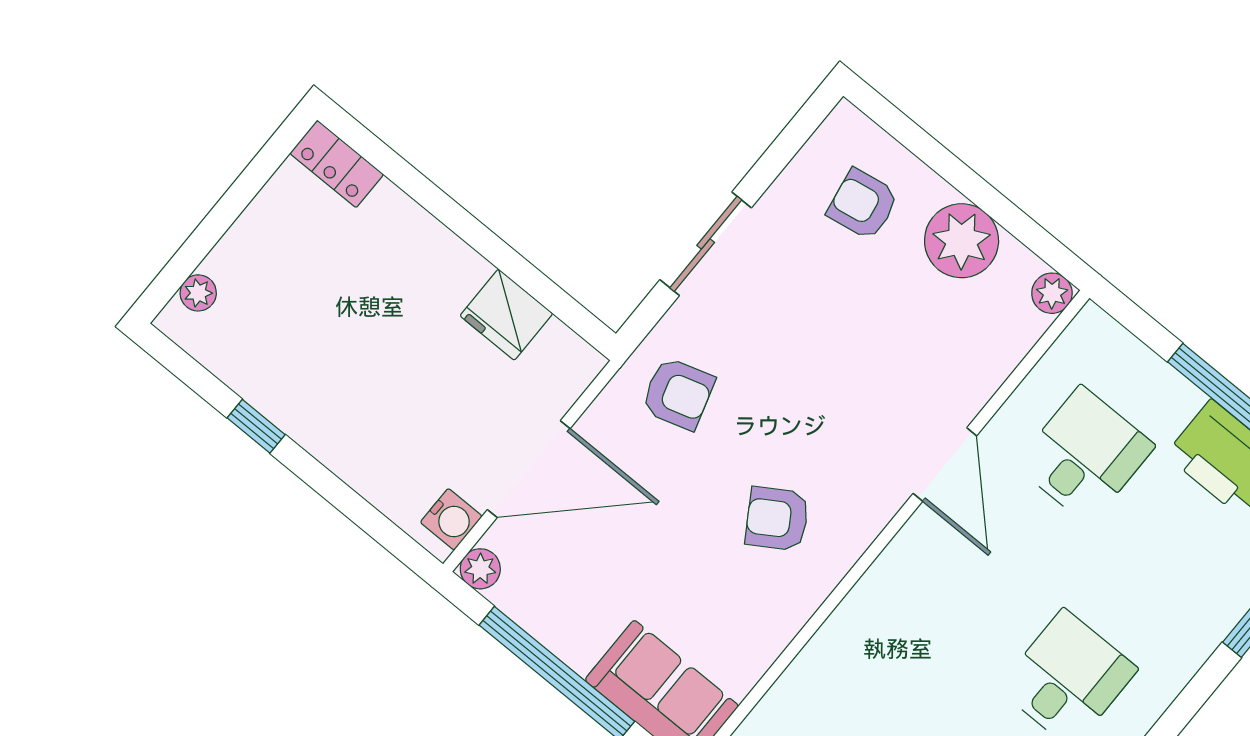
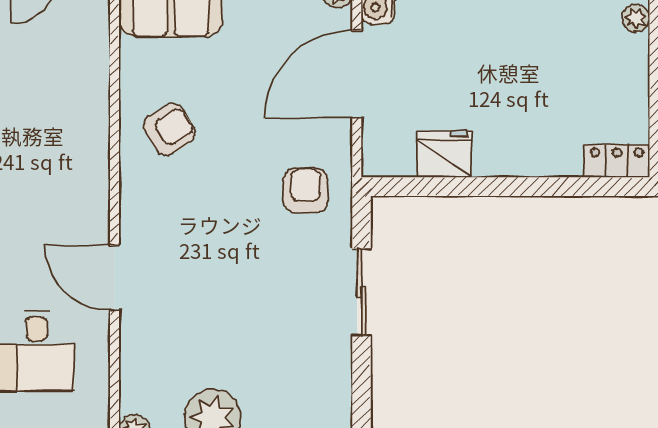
armchair: (863, 204) -> (288, 391), removed
armchair: (678, 394) -> (306, 191), turned 107
armchair: (777, 519) -> (170, 129), moved

